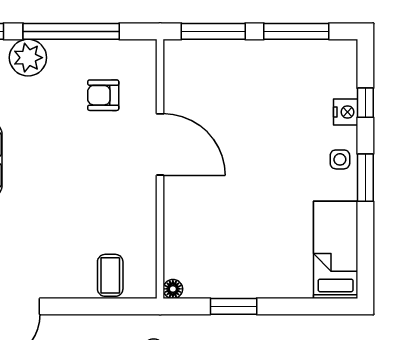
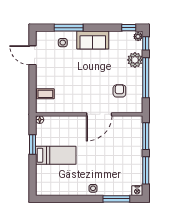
window: (365, 103) -> (116, 199), width x2.17
nightstand: (346, 112) -> (137, 191), moved
window: (365, 178) -> (86, 199), removed
bed: (336, 250) -> (56, 155), moved

